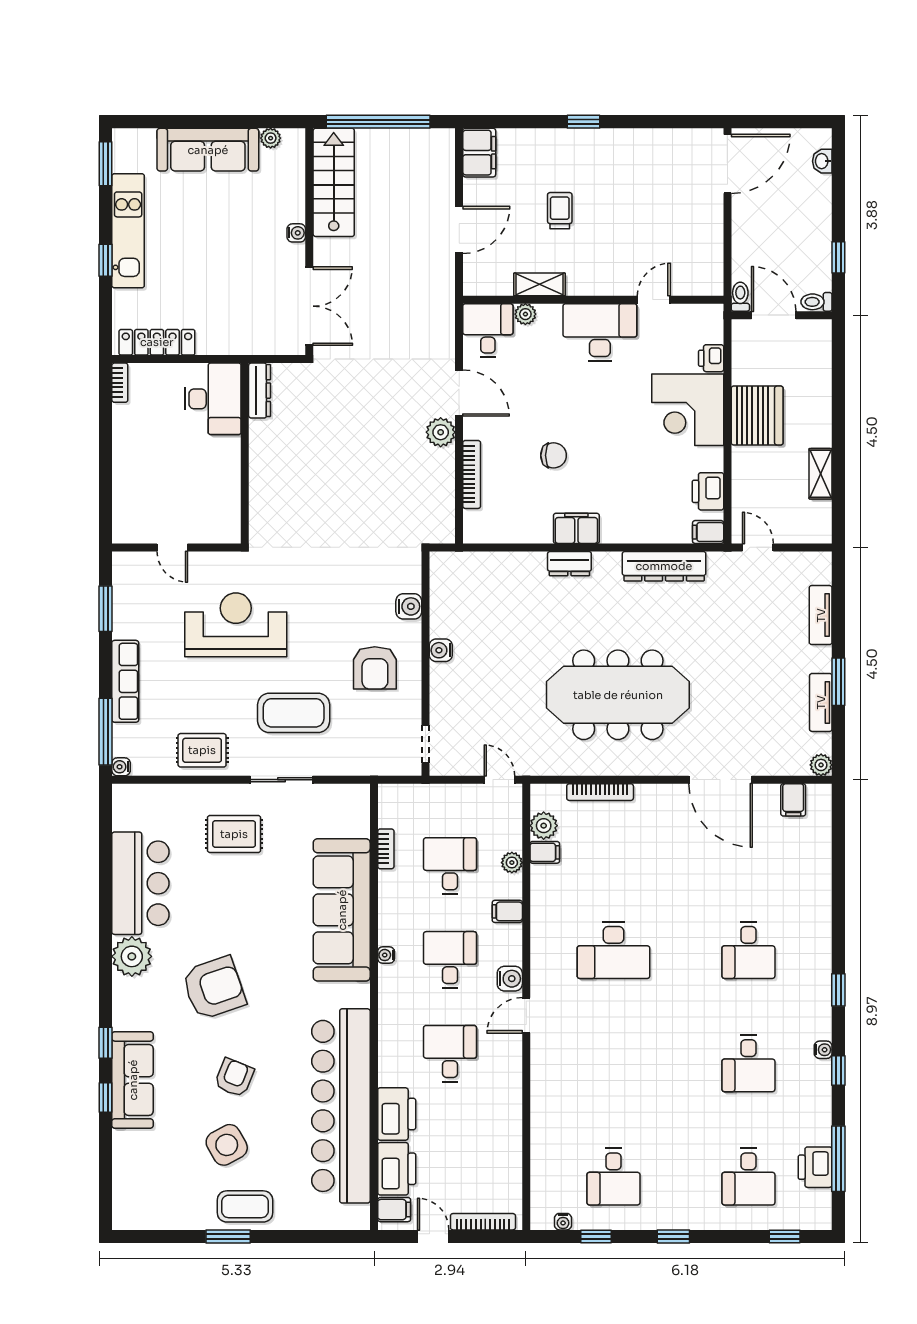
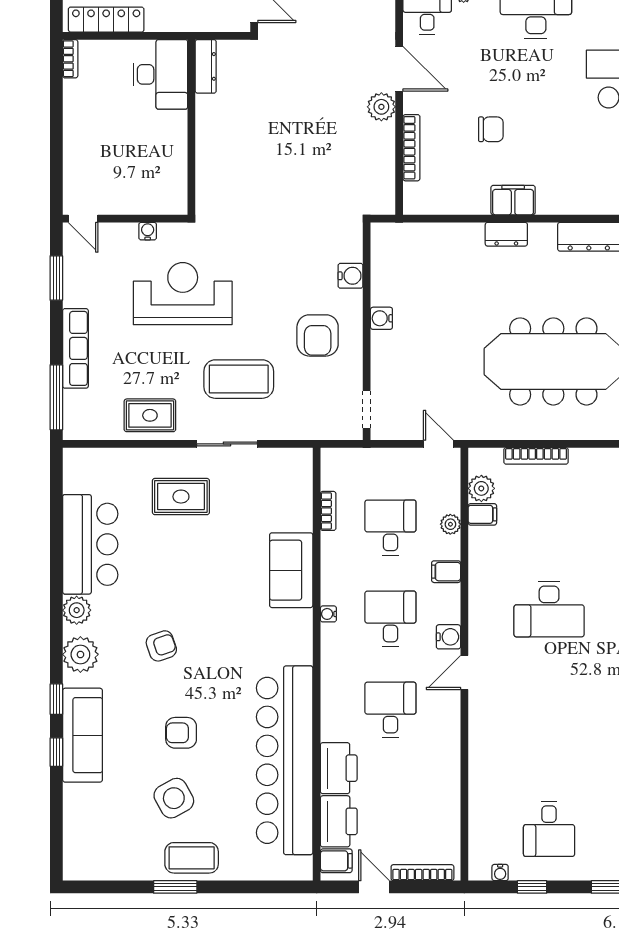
door: (172, 547) -> (83, 219), moved
water cooler: (121, 767) -> (148, 231), moved, turned 90
sofa: (342, 910) -> (291, 570), width x0.54, depth x0.79
plant: (132, 956) -> (77, 610), width x0.73, depth x0.73
armchair: (214, 988) -> (161, 646), width x0.53, depth x0.53
plant: (130, 997) -> (80, 654), added
armchair: (234, 1078) -> (181, 733), turned -112

